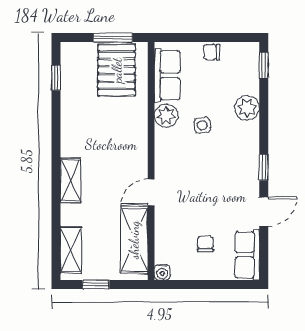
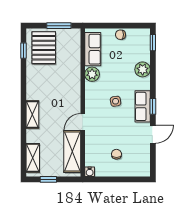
pallet: (117, 70) -> (44, 48), moved
side table: (202, 125) -> (116, 101), moved
row of seats: (247, 255) -> (143, 106), moved

